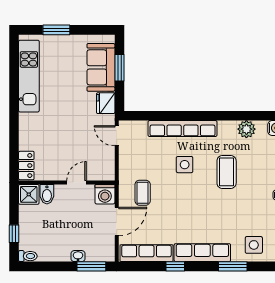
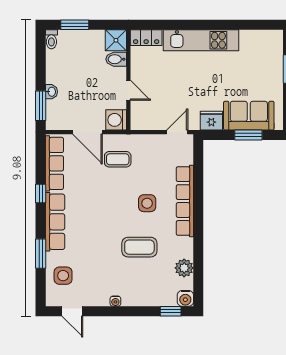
kitchen unit: (29, 76) -> (201, 40), moved
window: (14, 234) -> (75, 25), width x1.50

